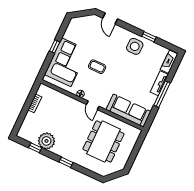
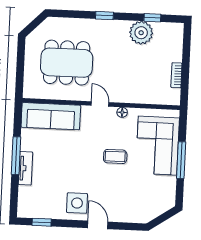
door: (110, 18) -> (98, 225), moved
window: (149, 37) -> (42, 222), moved
window: (55, 46) -> (181, 160), width x2.17
fireplace: (169, 62) -> (24, 202), removed
dining table: (104, 141) -> (67, 63), turned 90

